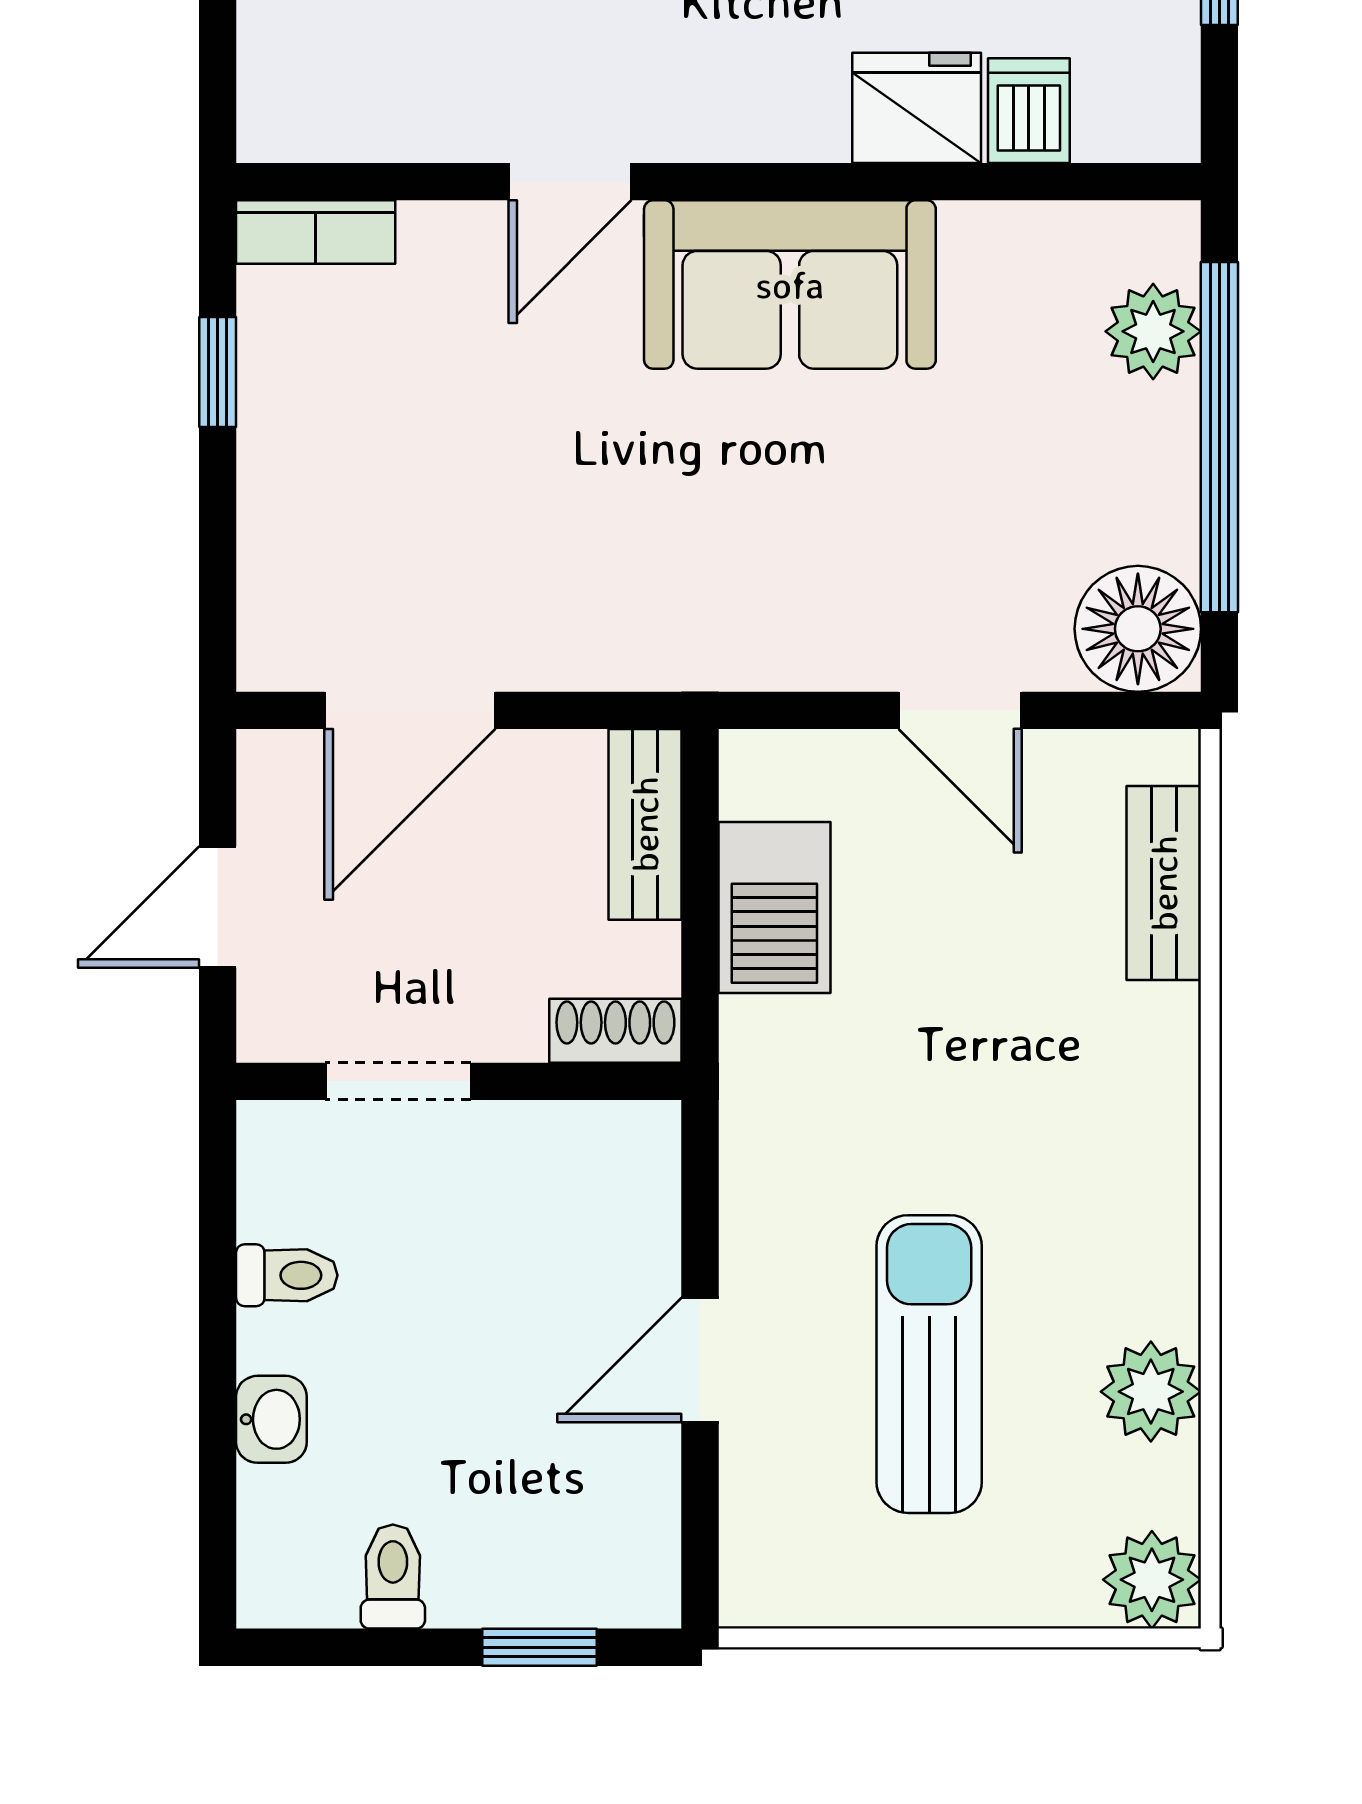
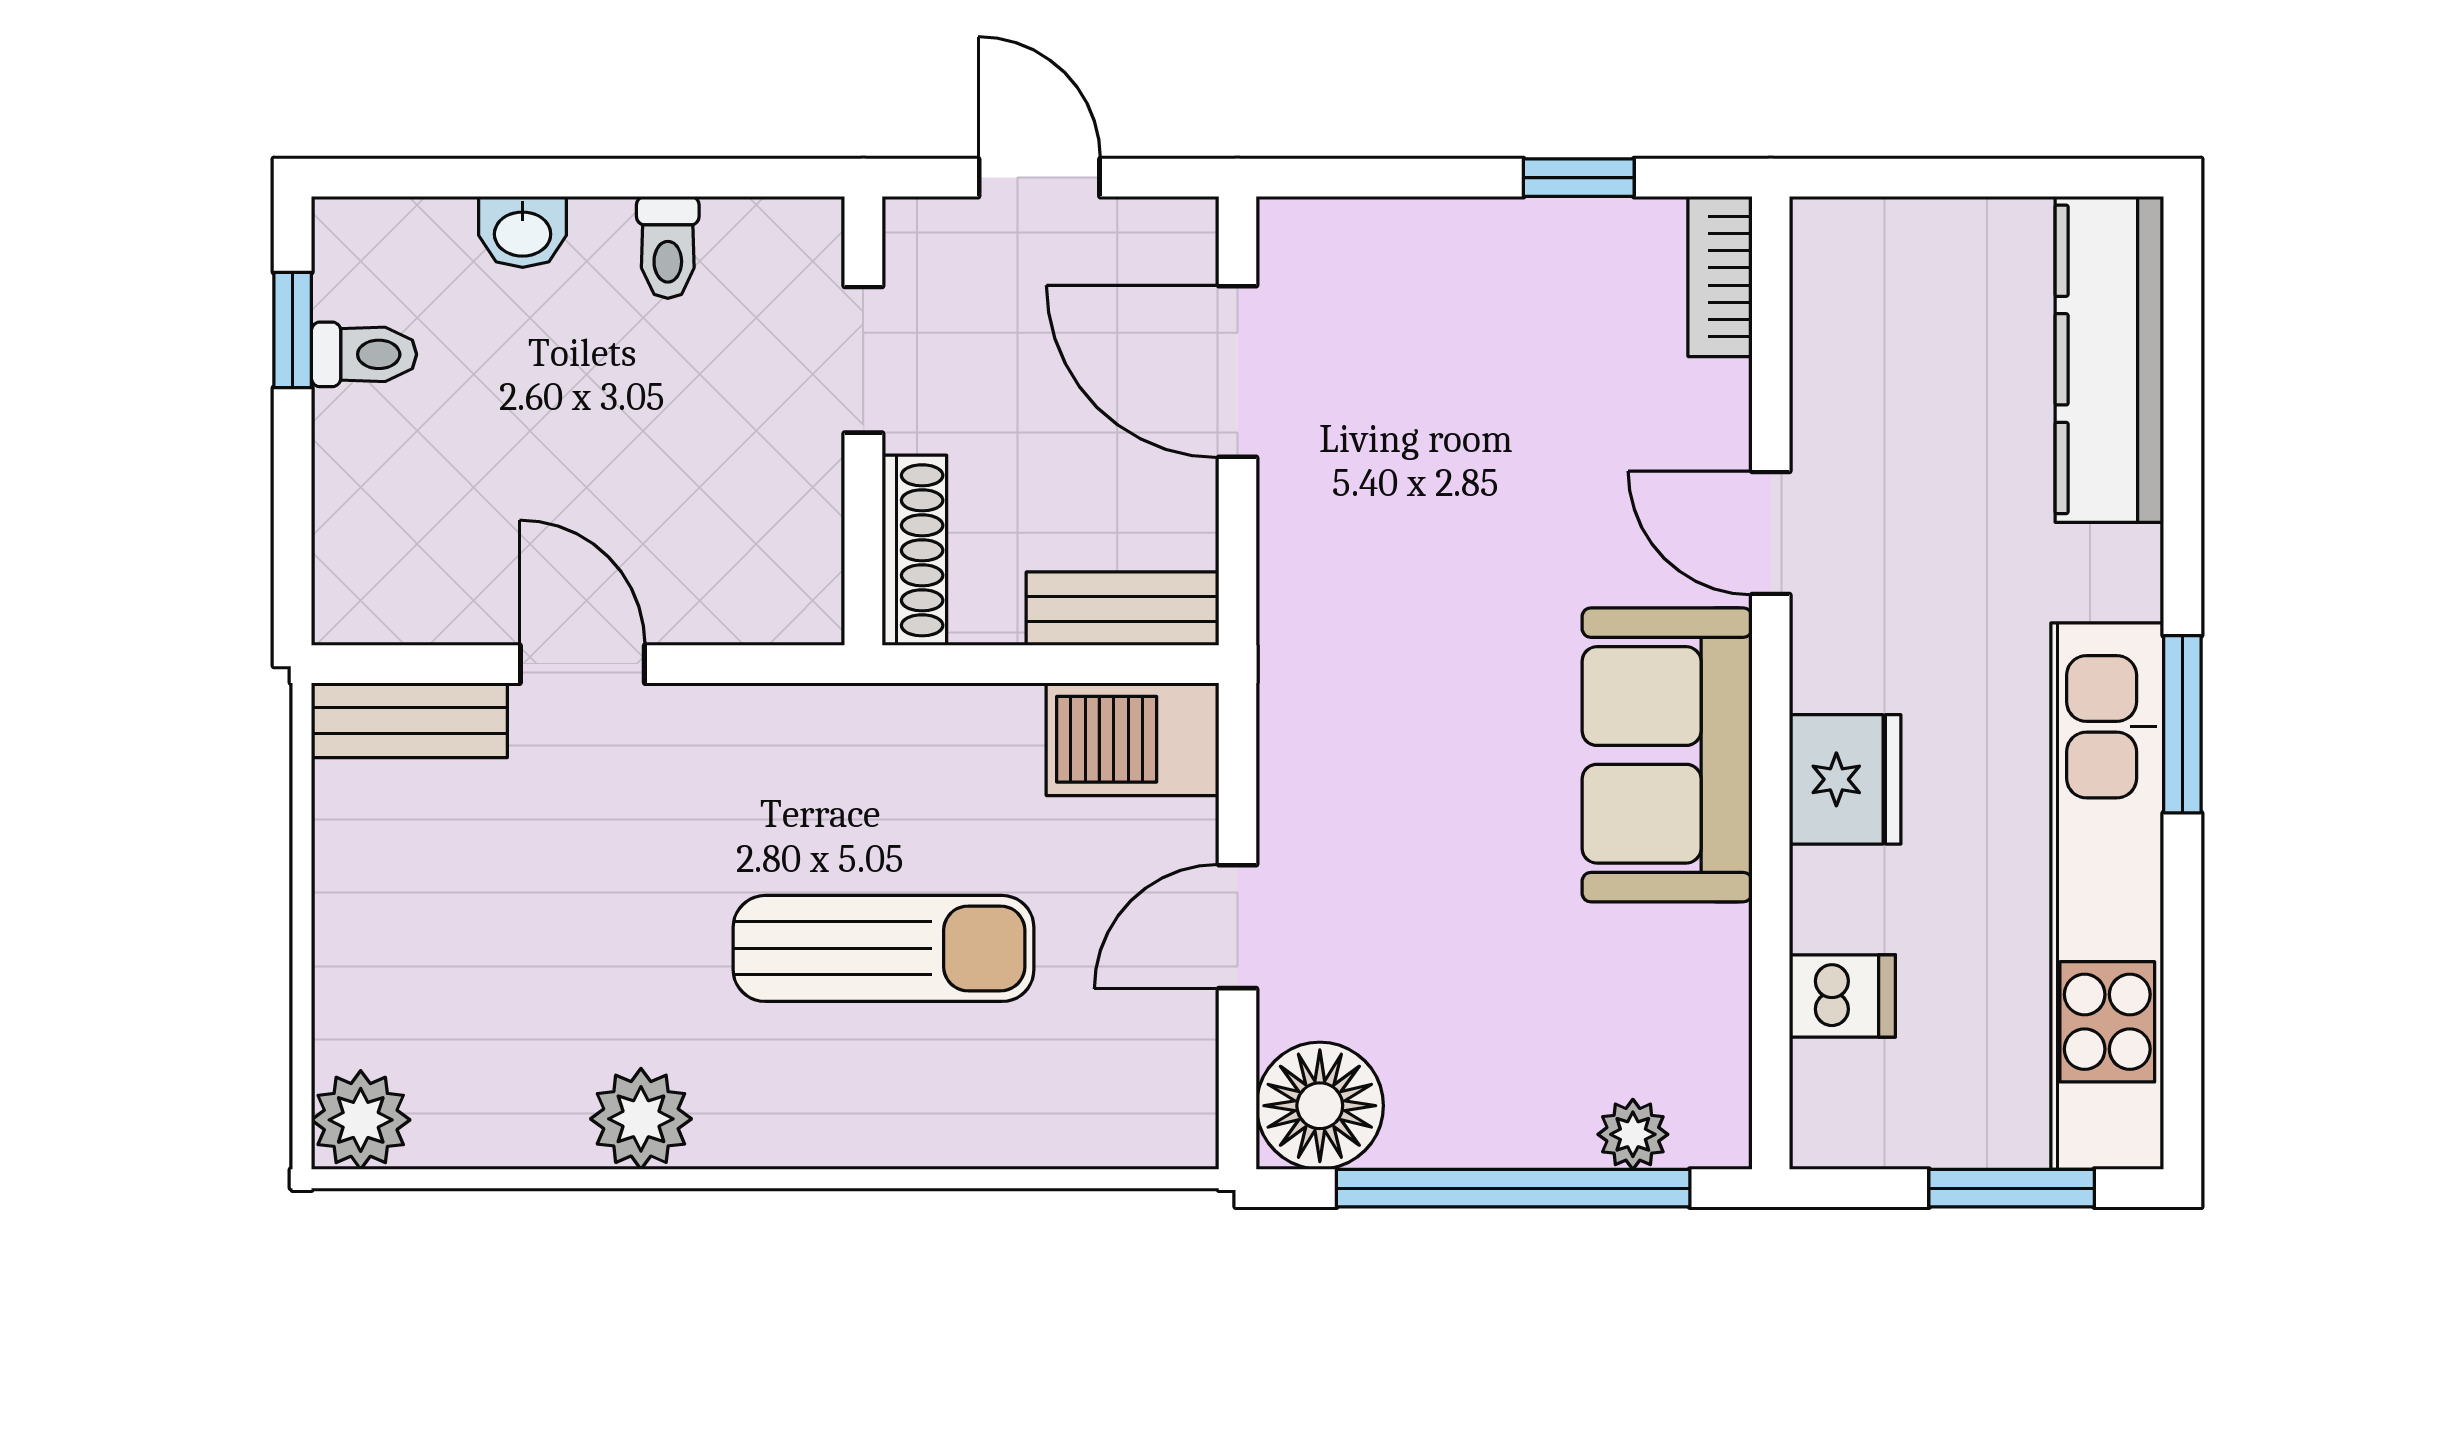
fridge: (917, 108) -> (1845, 779), moved
plant: (1153, 331) -> (1633, 1134), width x0.73, depth x0.73
bench: (1164, 883) -> (409, 720), moved
barbecue: (774, 908) -> (1132, 739), moved
shoe rack: (615, 1031) -> (914, 550), width x1.43
sun lounger: (929, 1364) -> (884, 948), moved
plant: (1151, 1392) -> (641, 1119), moved
window: (540, 1647) -> (293, 330), moved

